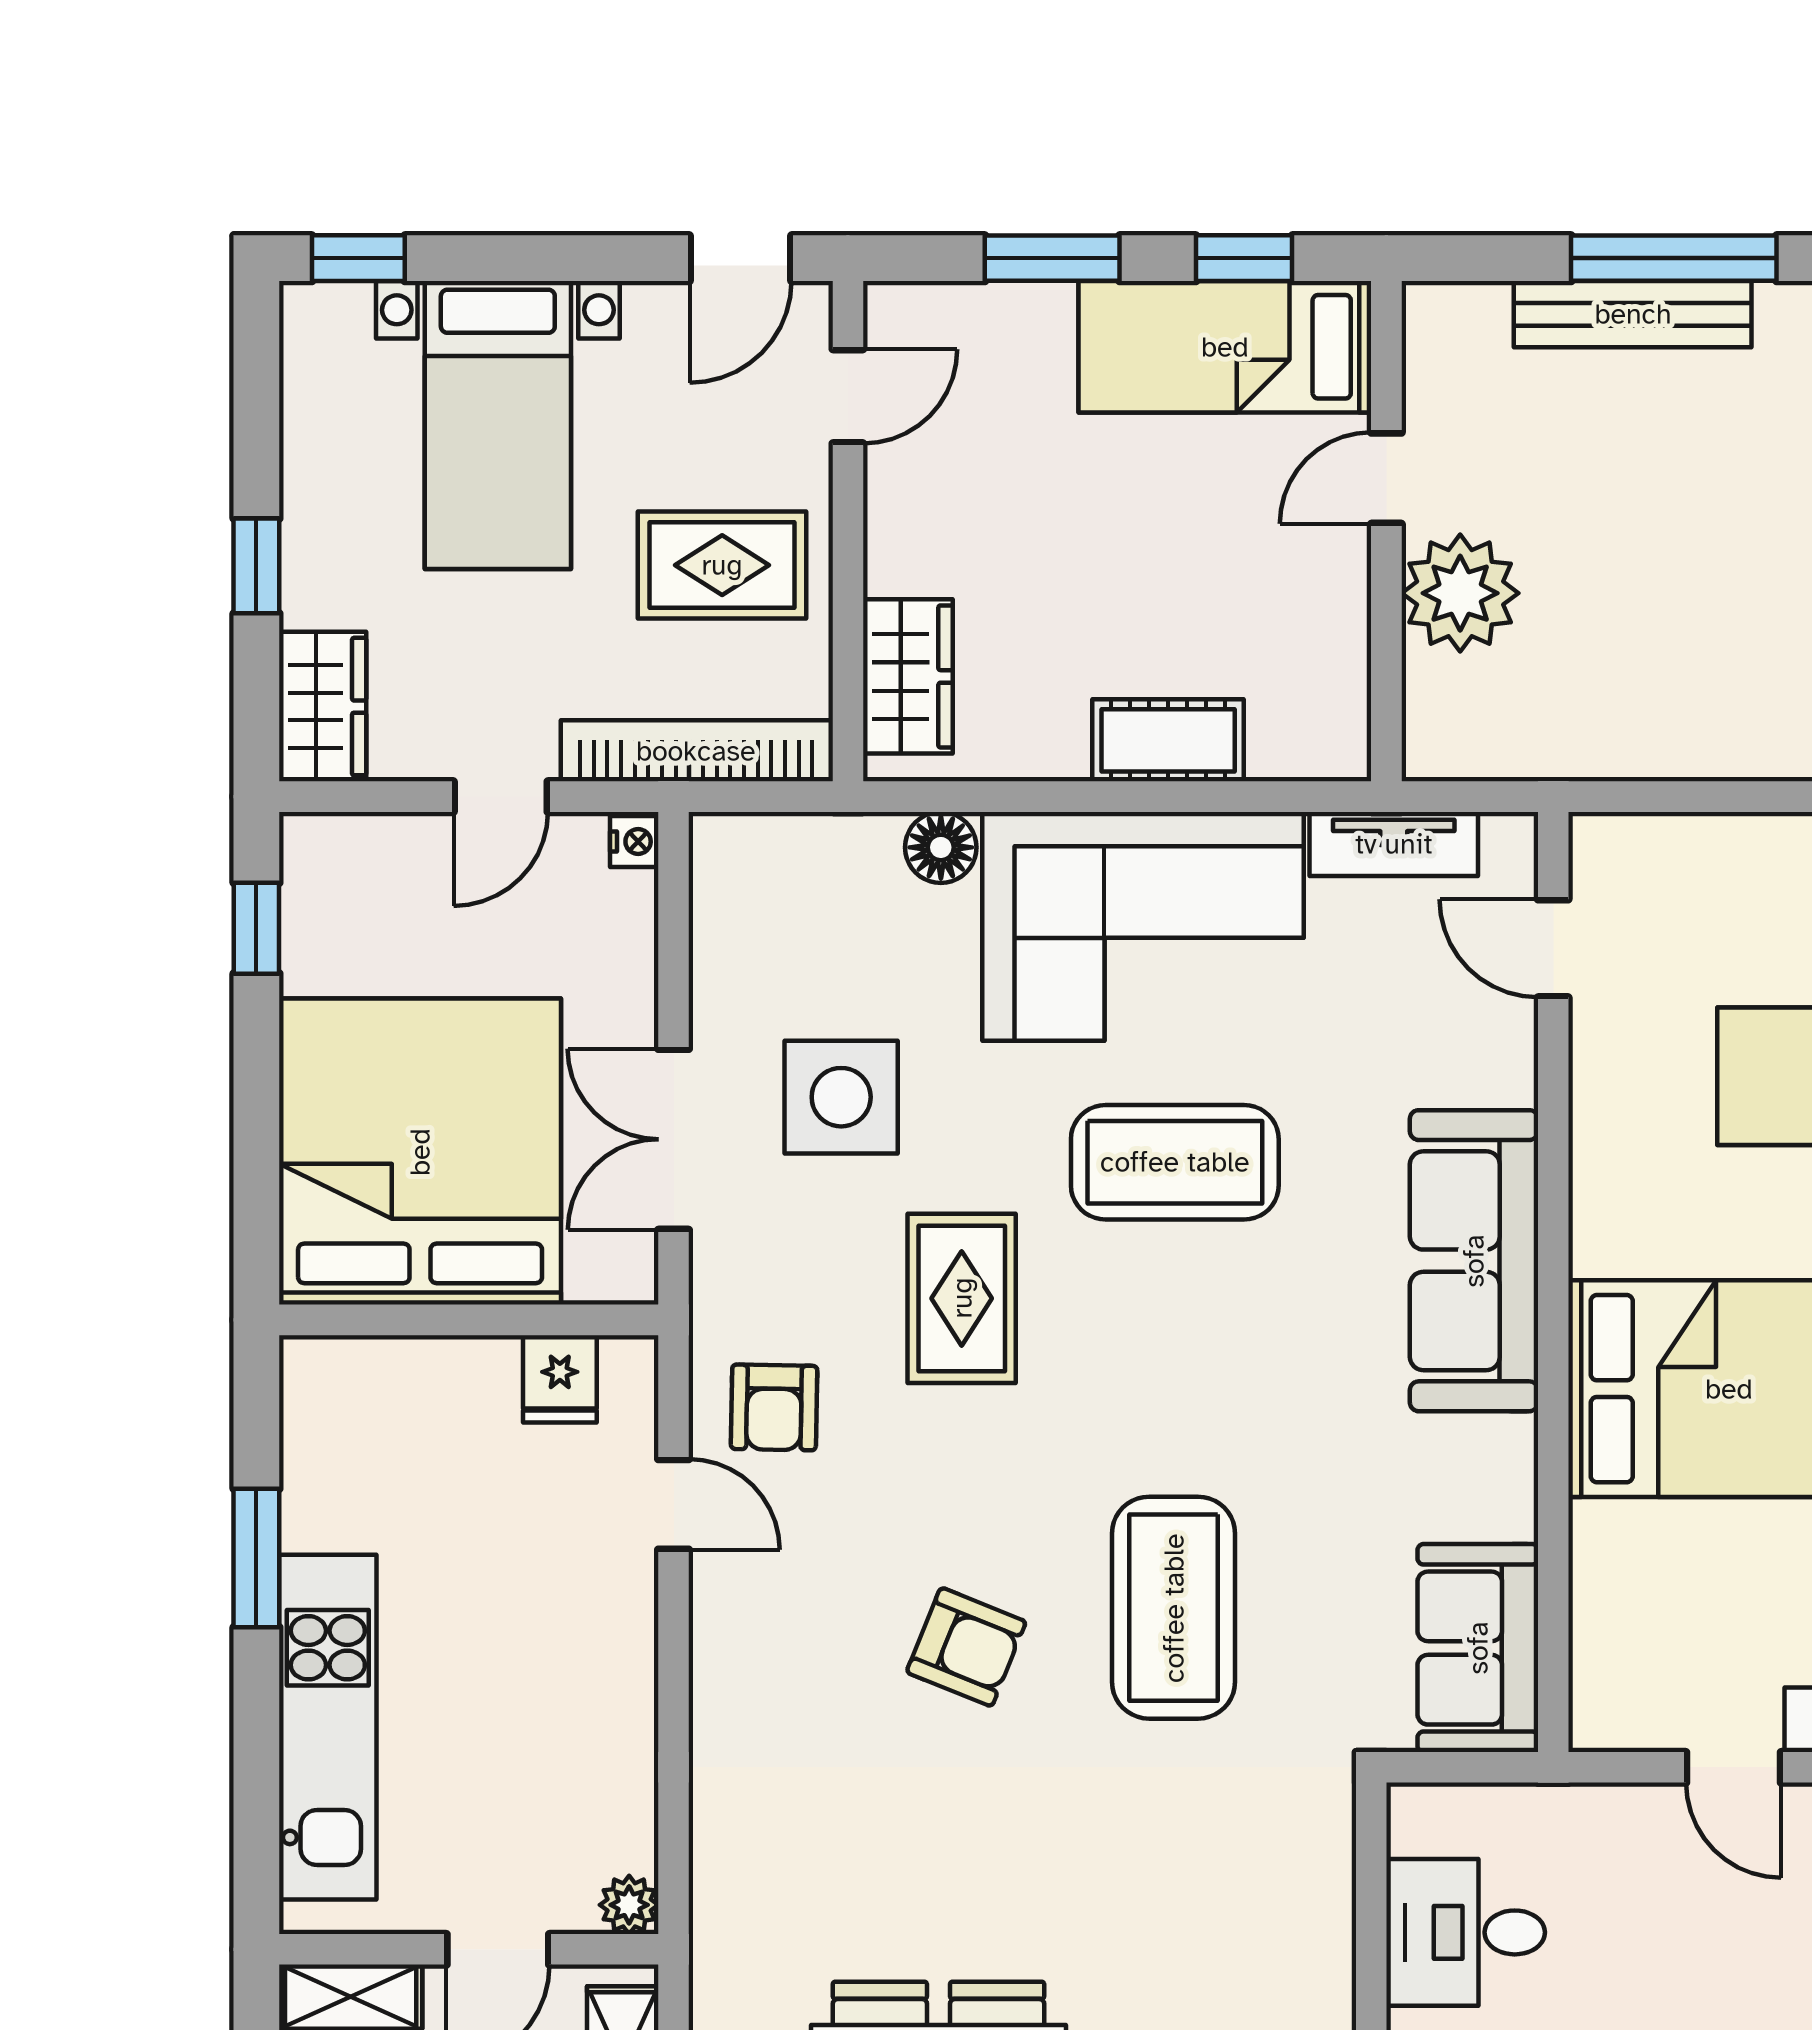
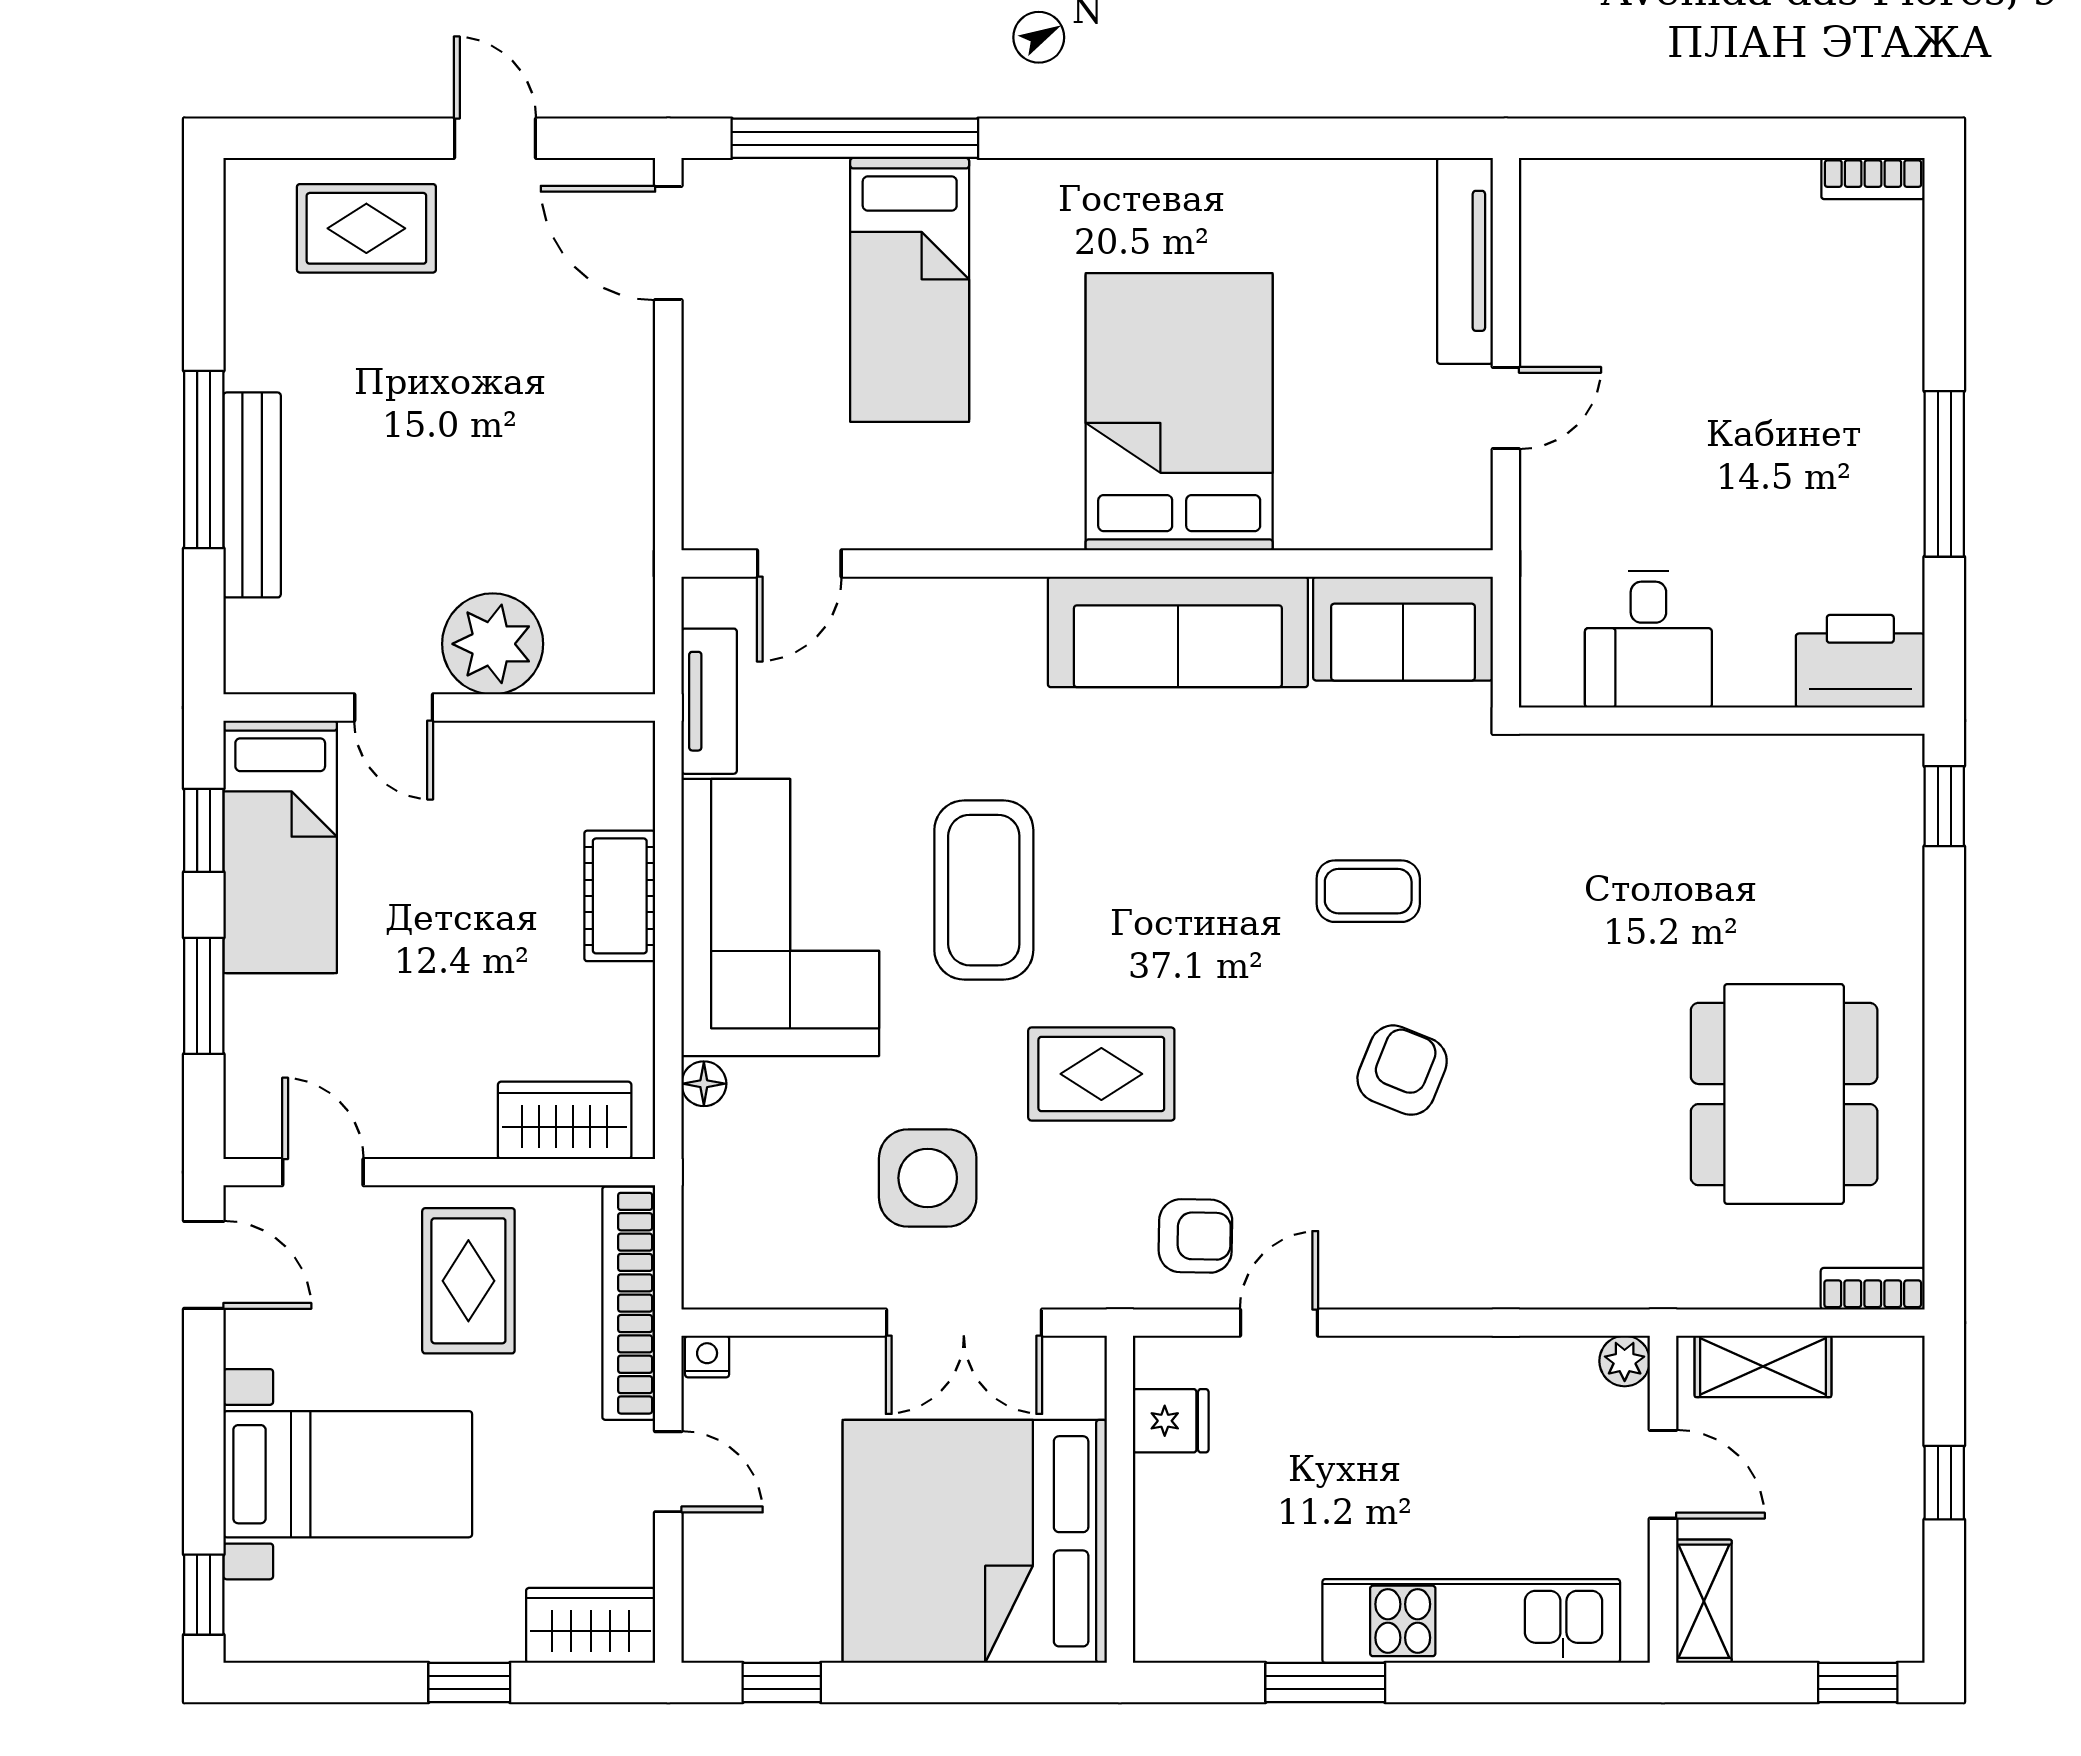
floor lamp: (941, 847) -> (704, 1084), width x0.73, depth x0.73
sofa: (1474, 1261) -> (1178, 632), moved
coffee table: (1174, 1608) -> (1368, 891), width x0.54, depth x0.58

